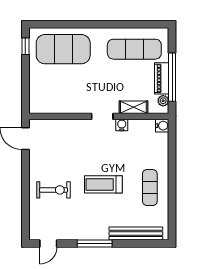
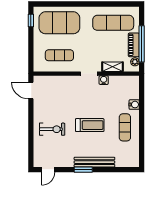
exercise mat: (63, 92) -> (59, 55), added
water cooler: (162, 126) -> (134, 105), moved
treadmill: (103, 184) -> (90, 125), turned 180
bench: (136, 233) -> (94, 162), moved
window: (95, 243) -> (83, 170), width x0.69

